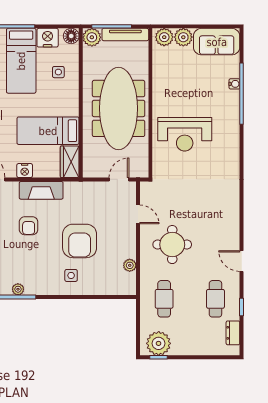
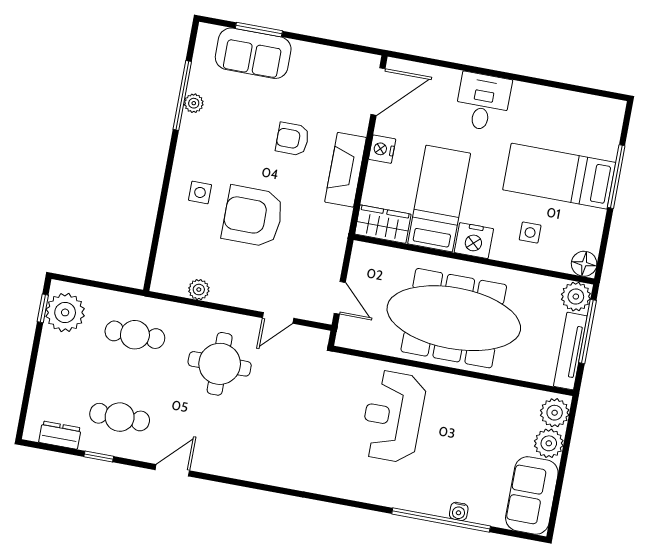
nightstand: (48, 38) -> (474, 241), moved, turned 90

